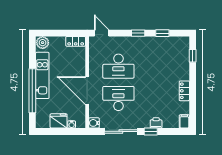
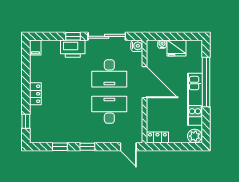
locker: (184, 91) -> (35, 94), moved
printer: (156, 123) -> (73, 49), width x1.87, depth x1.48

